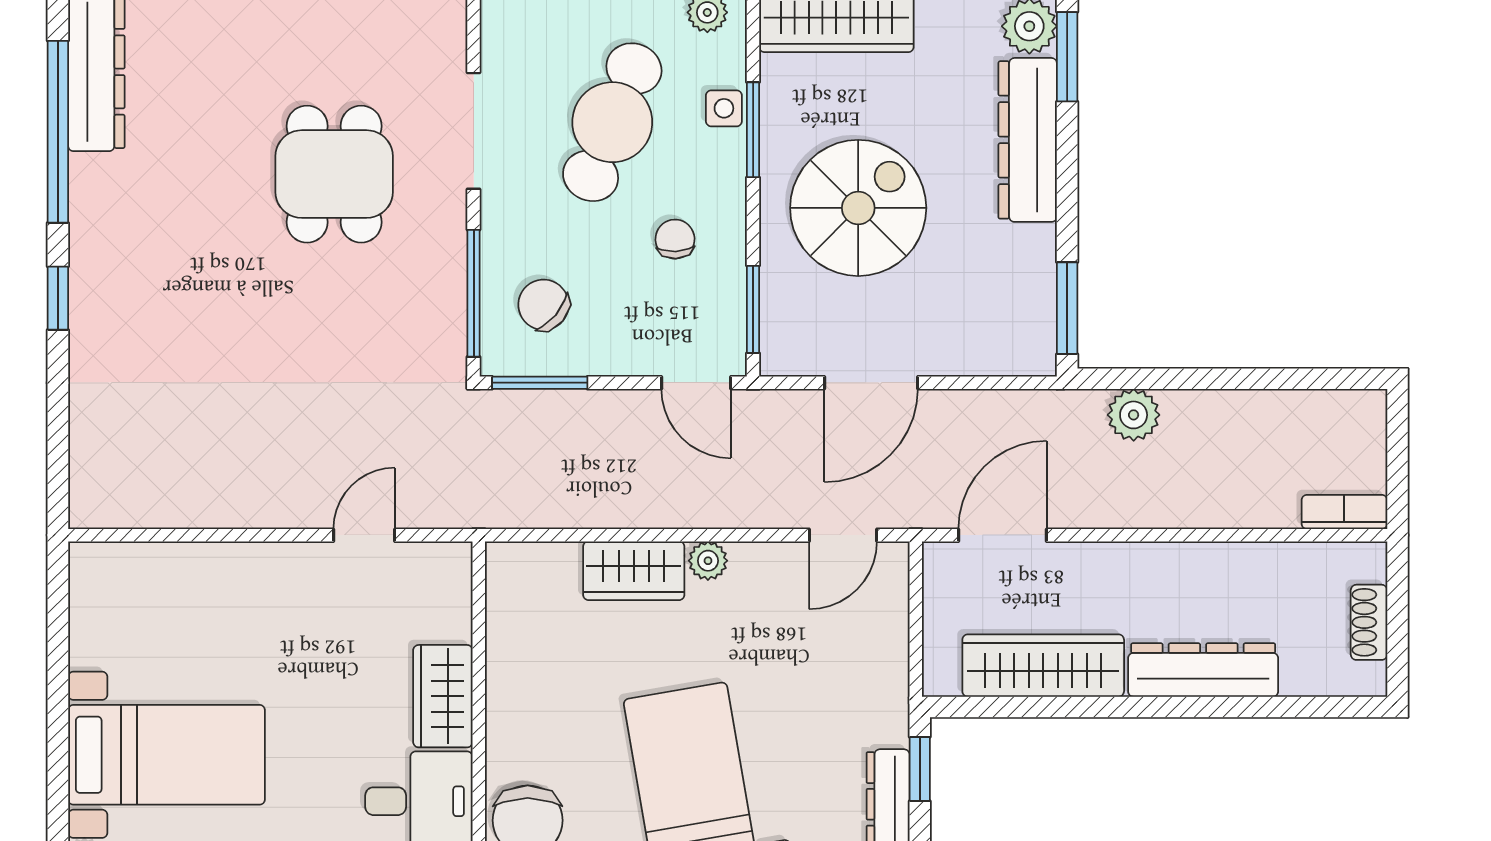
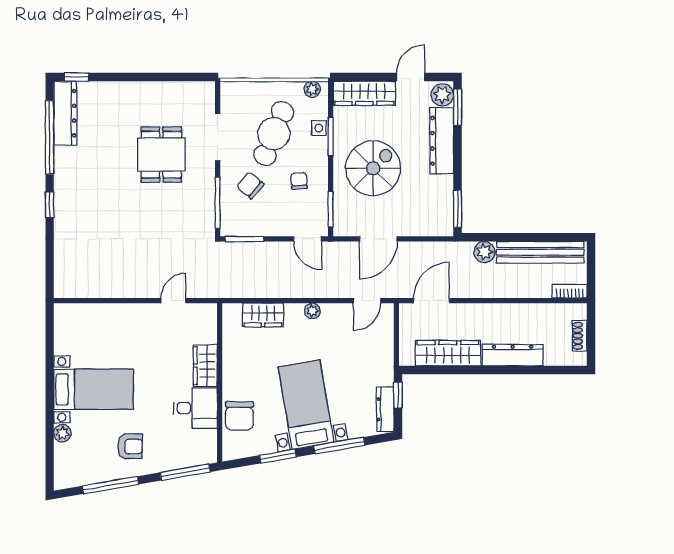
chair: (544, 305) -> (250, 185), moved
bench: (1272, 416) -> (540, 252), added
wardrobe: (634, 571) -> (263, 315), moved

